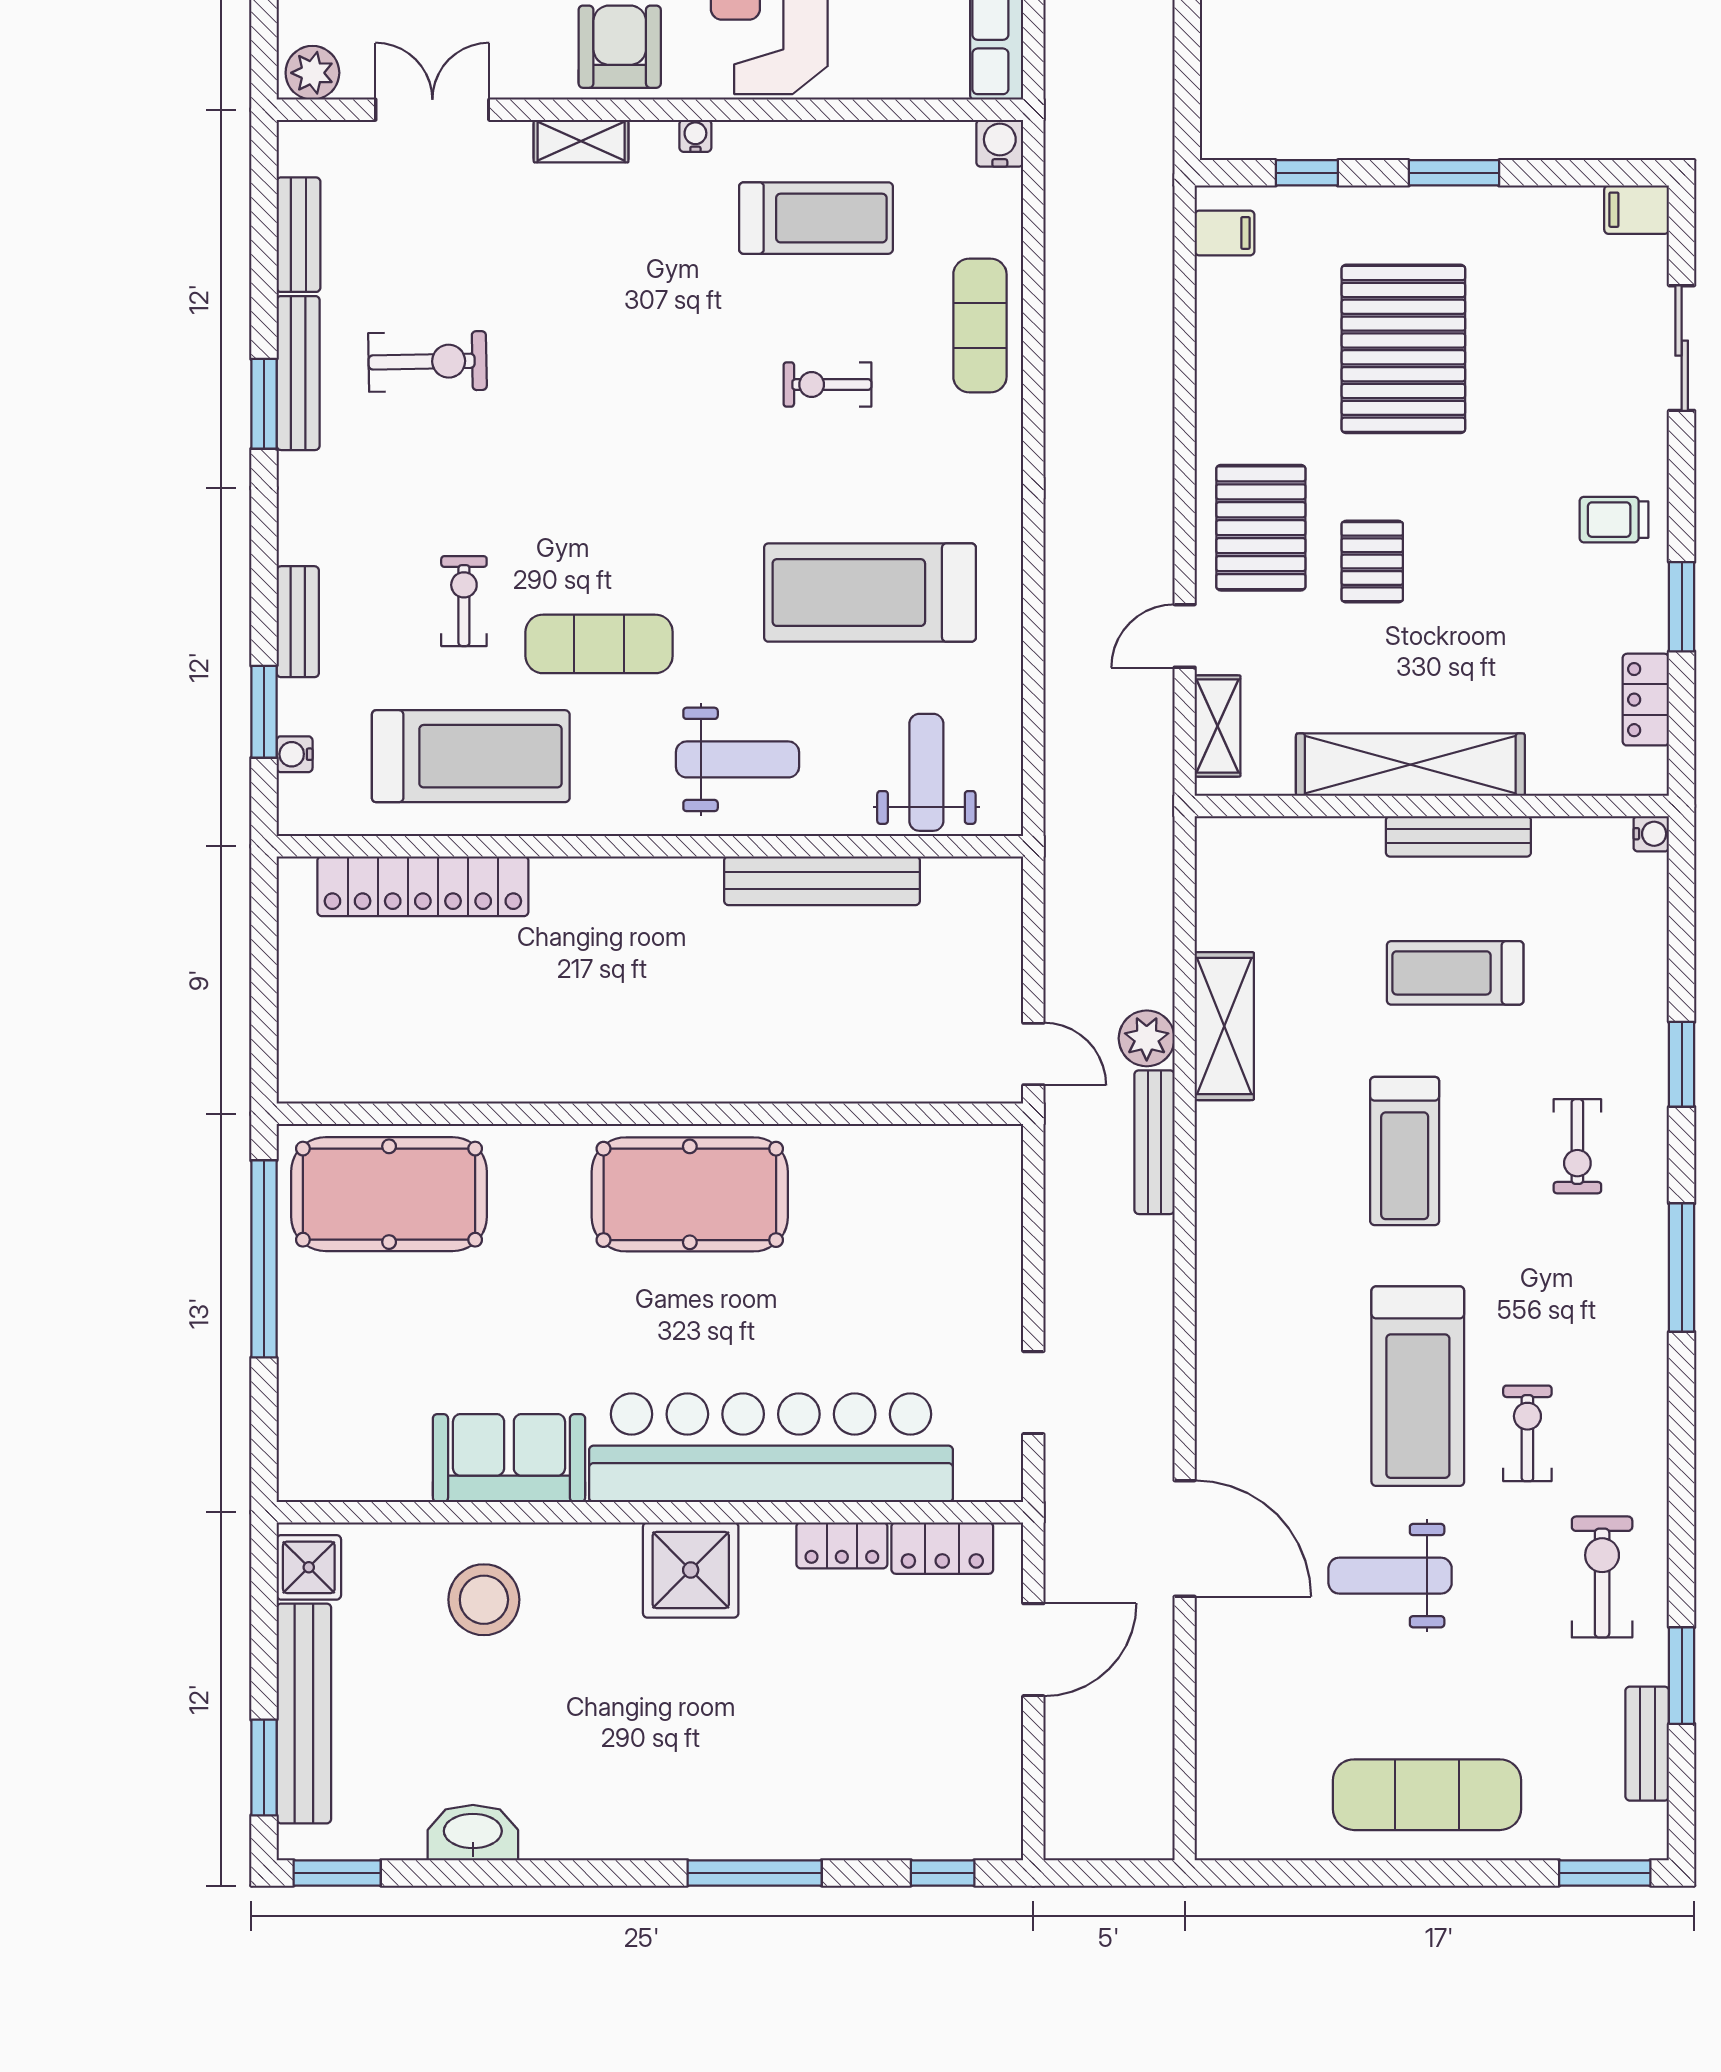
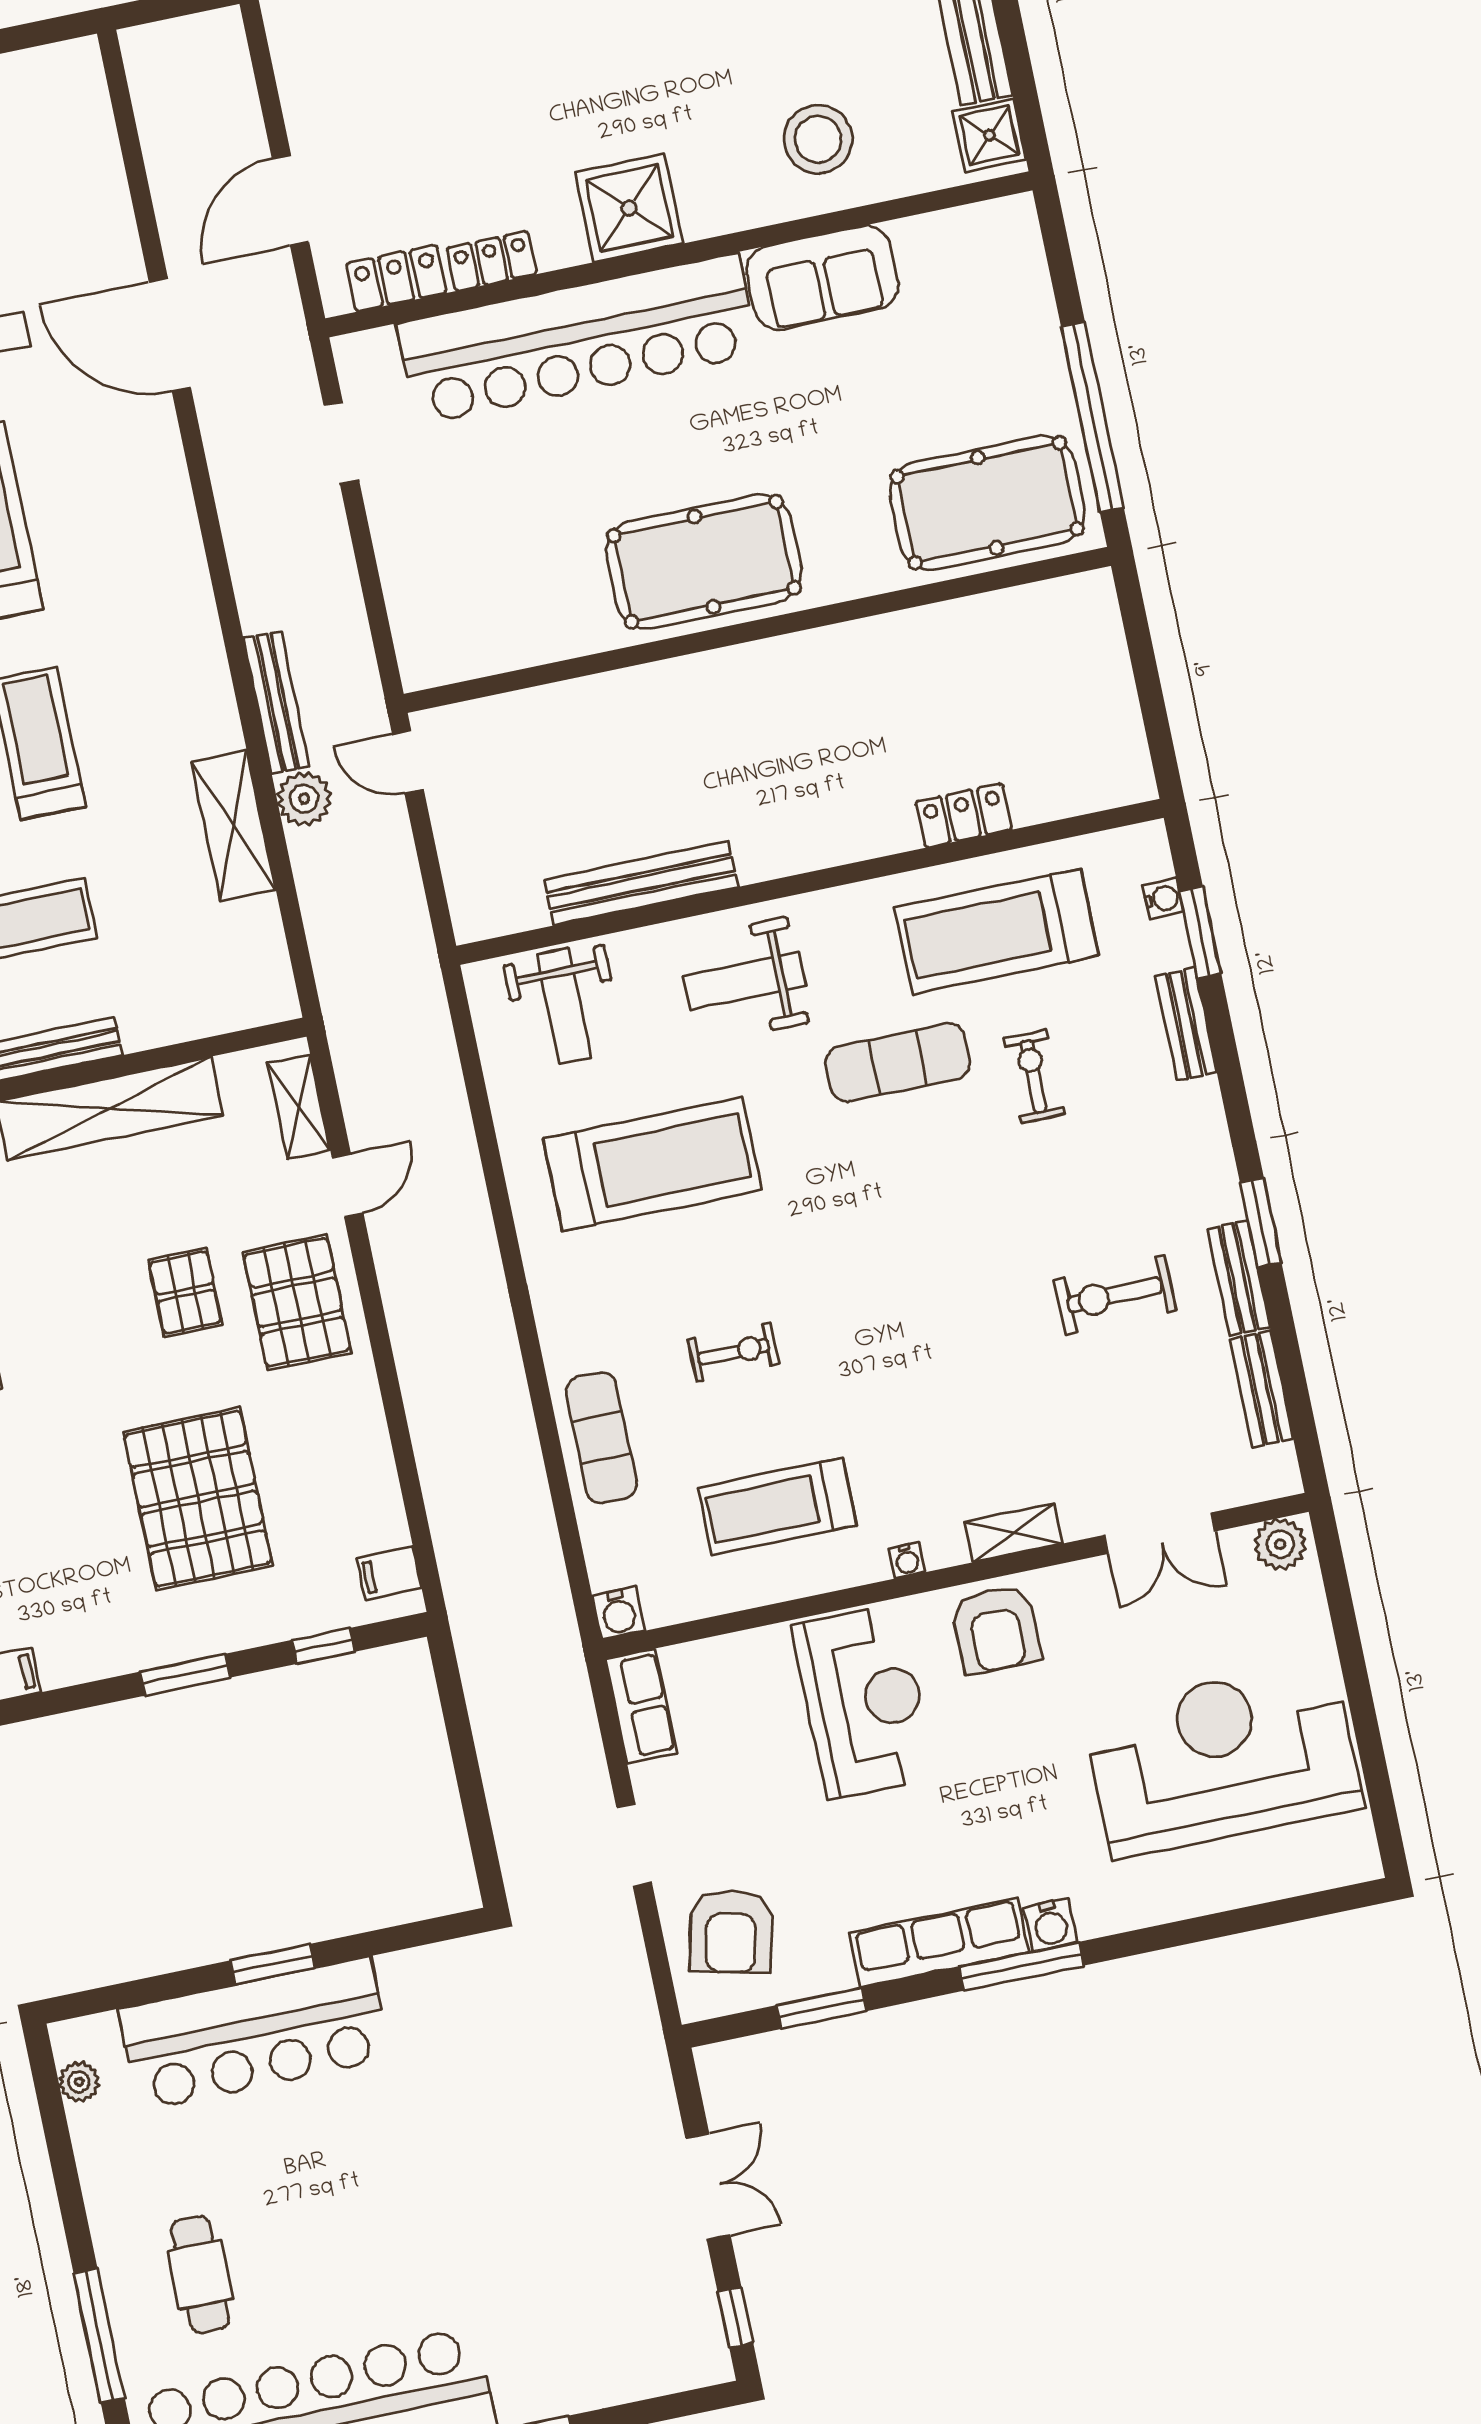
bench: (298, 373) -> (1239, 1278), width x0.73
exercise bike: (464, 601) -> (1033, 1076), turned 180
locker: (423, 886) -> (964, 816), width x0.46, depth x0.83

